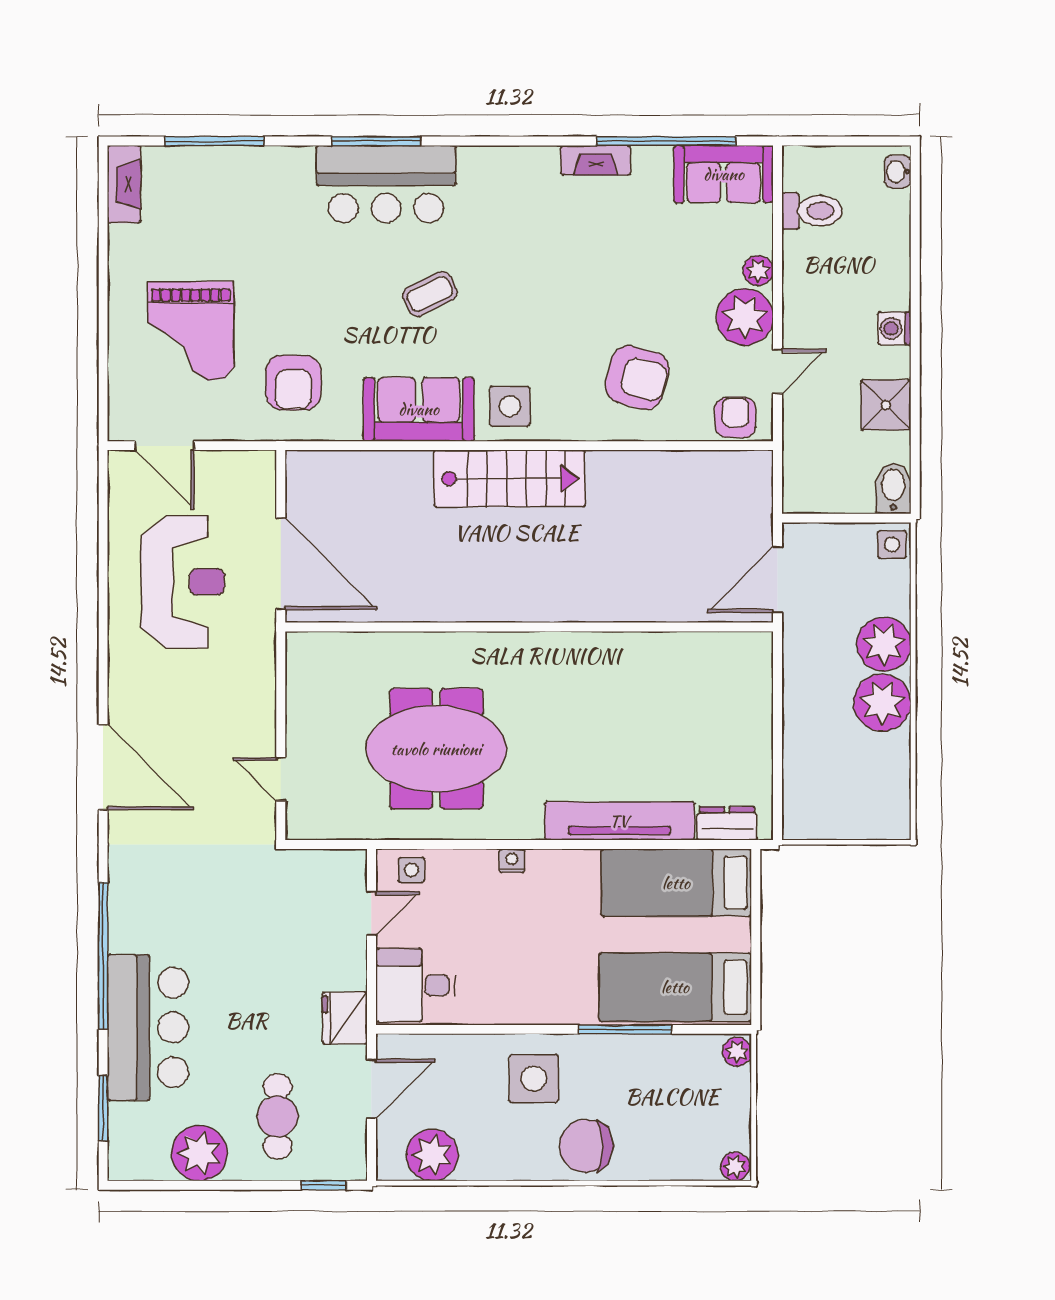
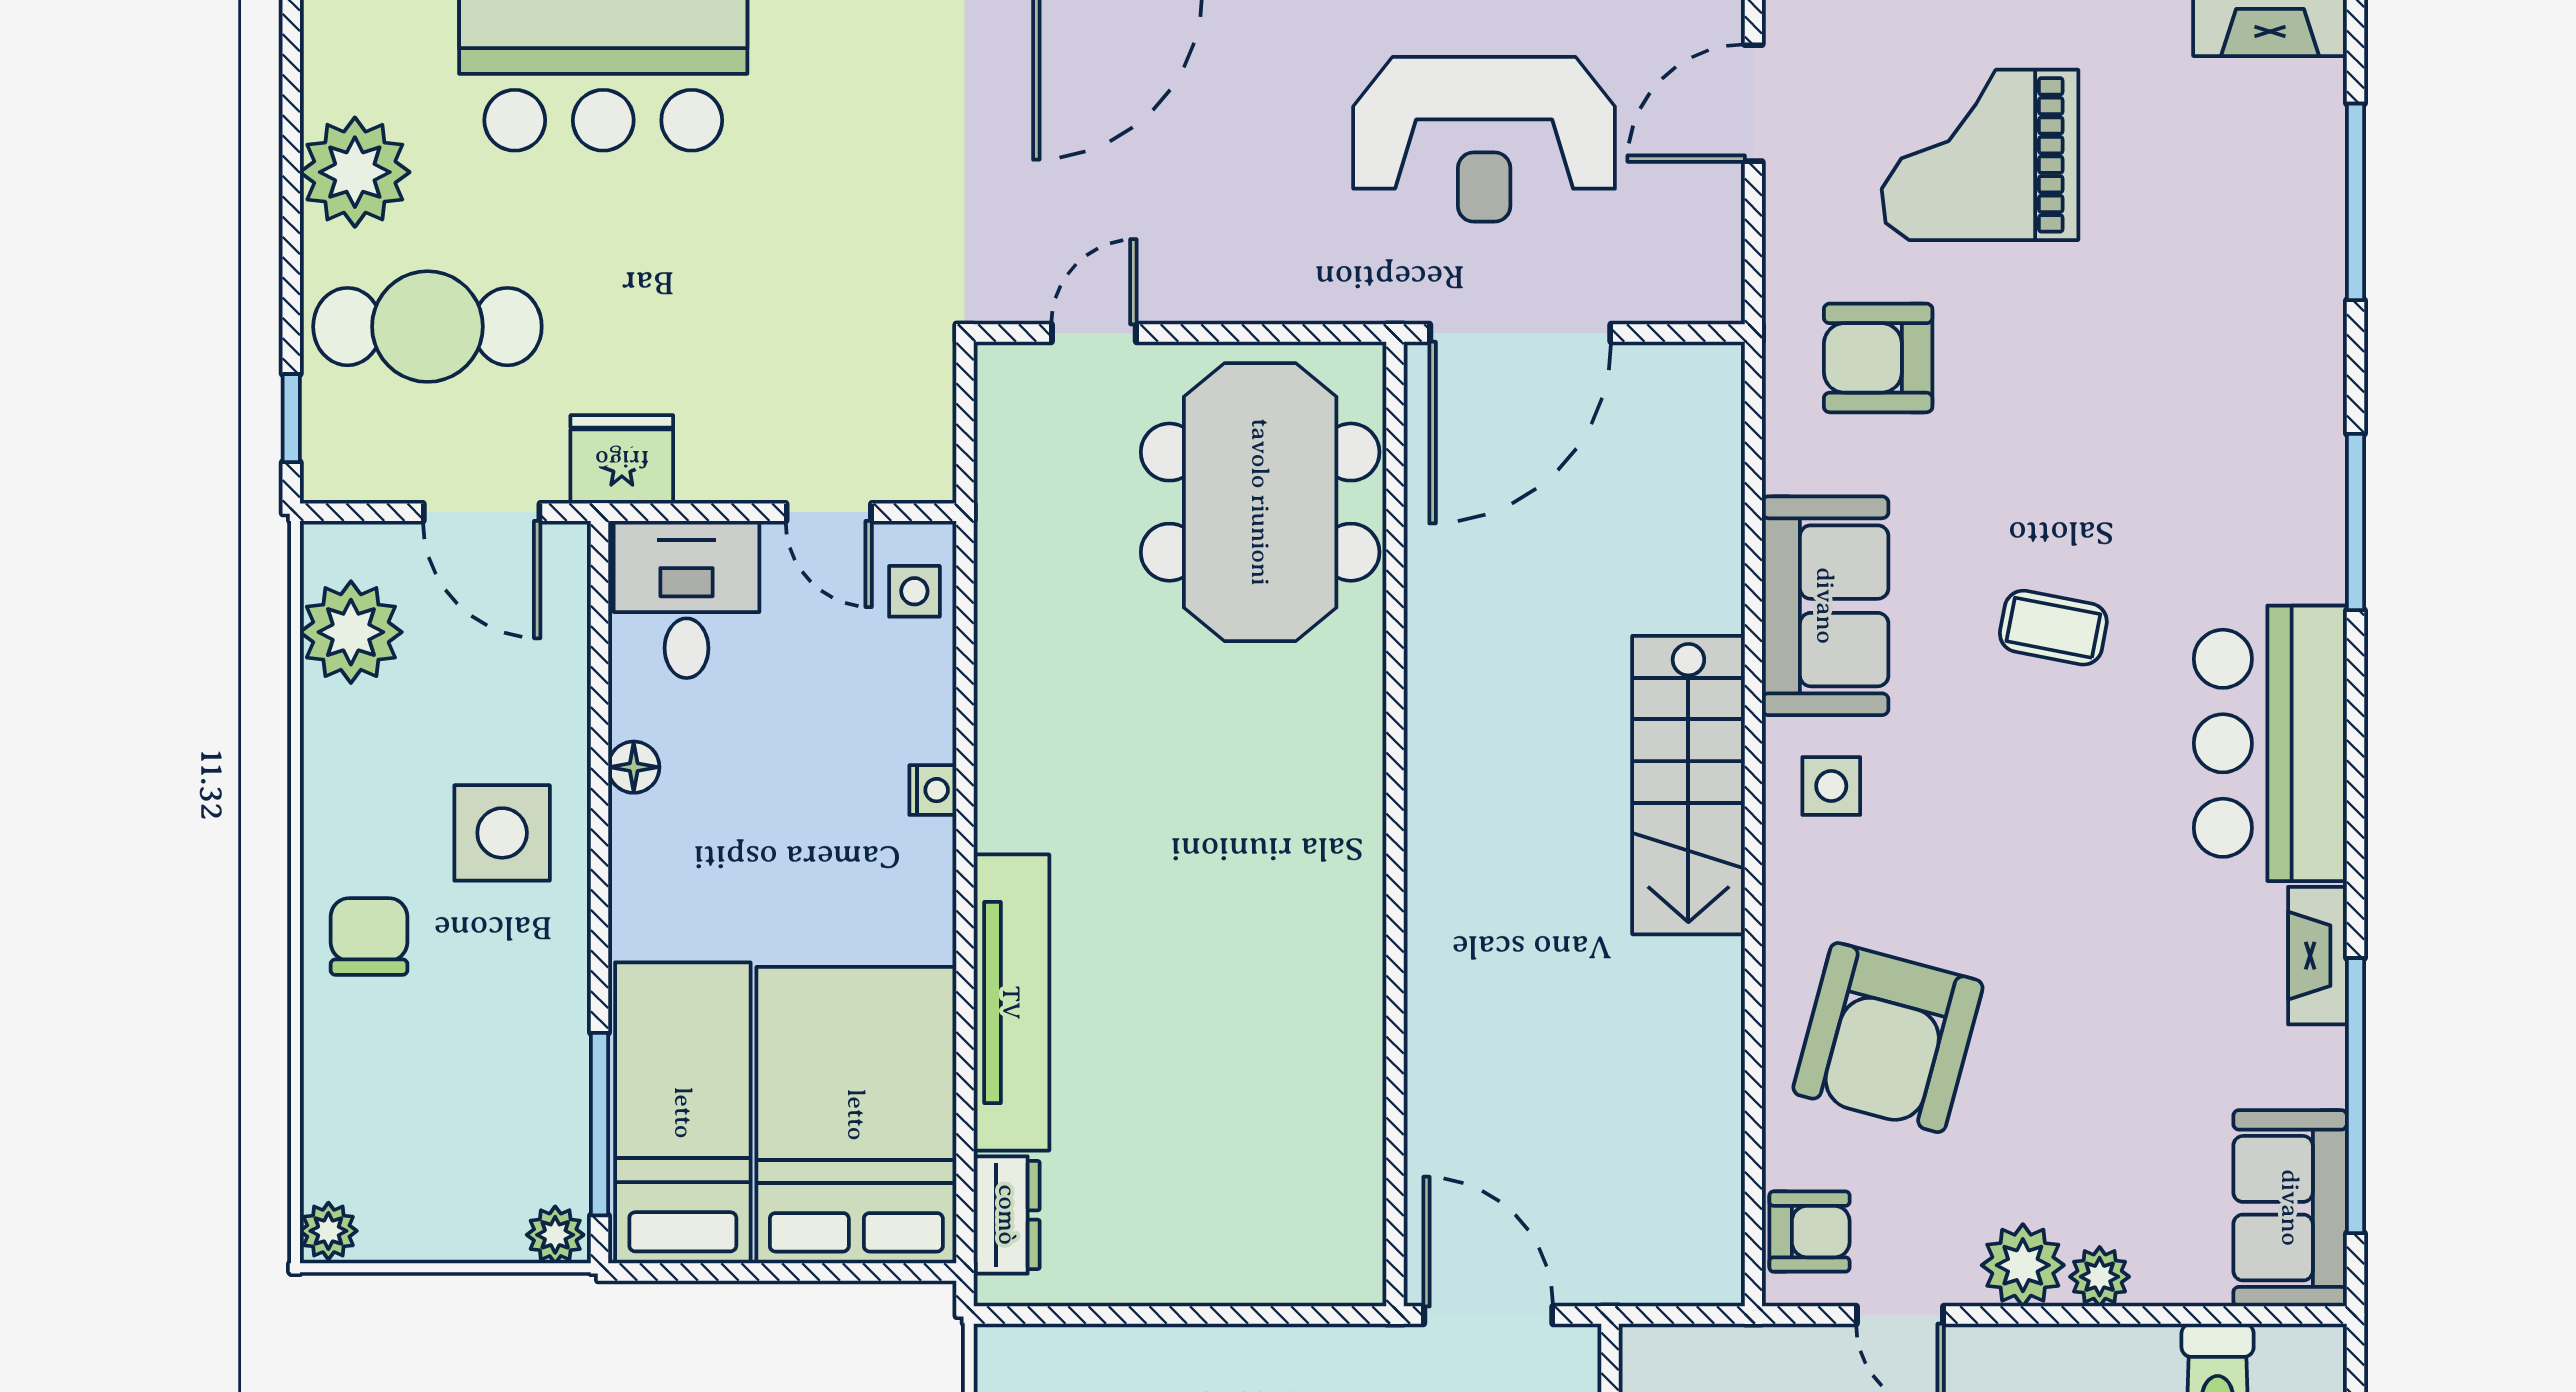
bar counter: (386, 184) -> (2270, 743), moved
coffee table: (430, 294) -> (2053, 628), turned -53
plant: (745, 317) -> (2023, 1265), width x0.73, depth x0.73
armchair: (637, 378) -> (1888, 1038), width x1.36, depth x1.36
side table: (510, 406) -> (1831, 786), width x0.73, depth x0.73
meeting table: (436, 749) -> (1260, 502), moved
bed: (676, 883) -> (856, 1115), width x1.50
floor lamp: (500, 1012) -> (634, 767), added
window: (625, 1029) -> (599, 1124), moved
cafe table: (278, 1116) -> (427, 327), width x1.37, depth x1.35
chair: (586, 1146) -> (369, 936), width x0.73, depth x0.73

